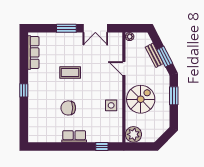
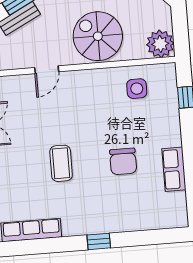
side table: (111, 105) -> (137, 89), moved
row of seats: (74, 136) -> (174, 169), moved

